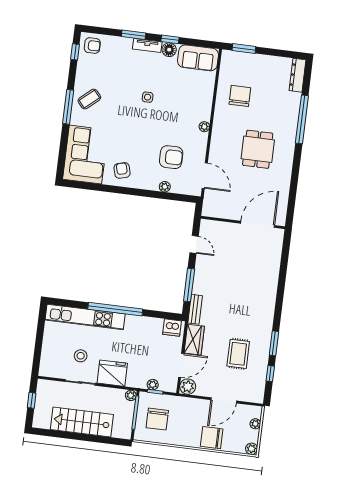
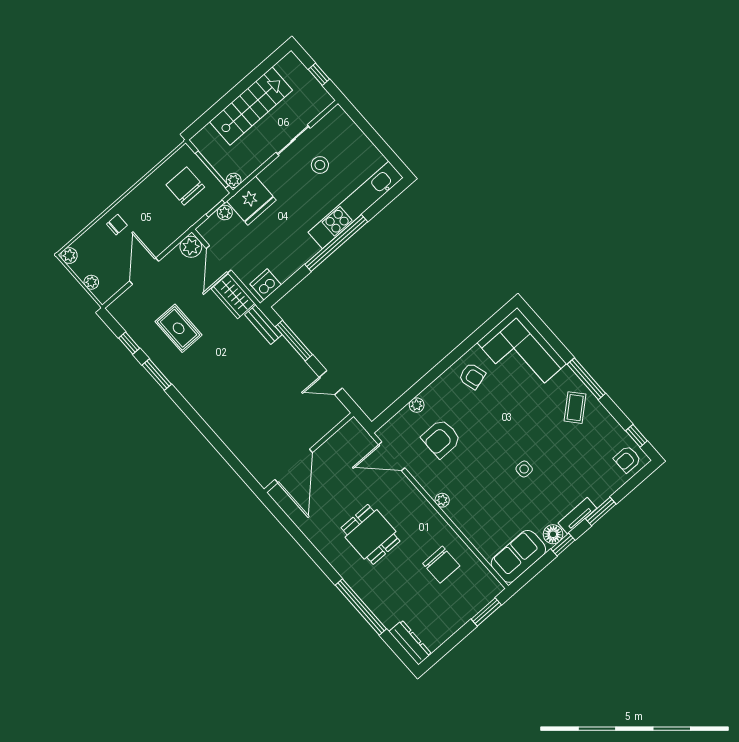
fridge: (112, 373) -> (252, 201), moved
chair: (212, 438) -> (117, 225), width x0.54, depth x0.54

